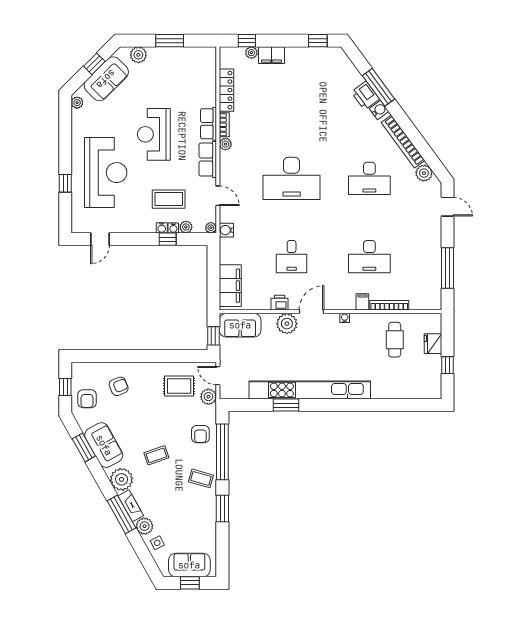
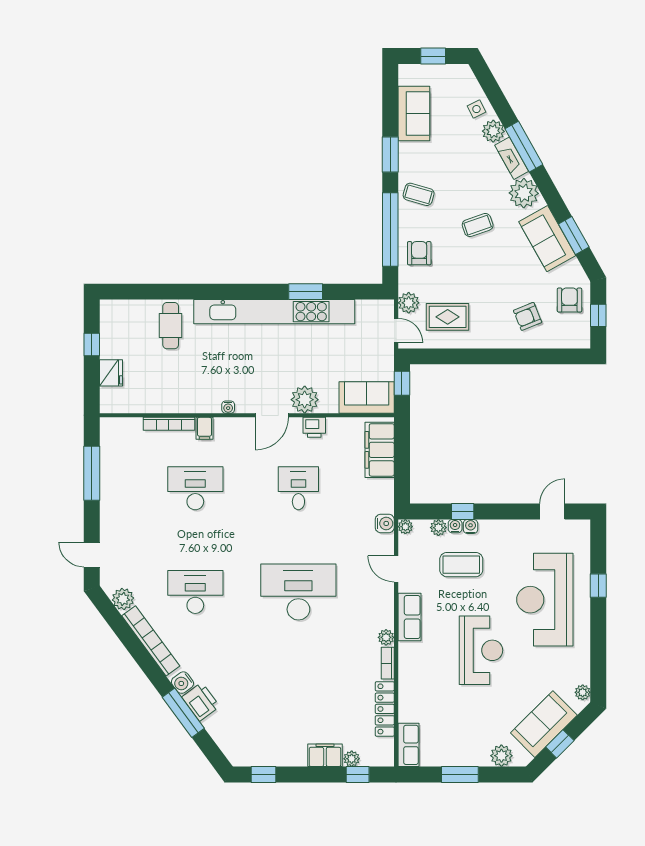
row of seats: (209, 124) -> (408, 745), moved
cafe table: (395, 340) -> (171, 326), moved
sofa: (189, 565) -> (414, 114), moved, turned -90

